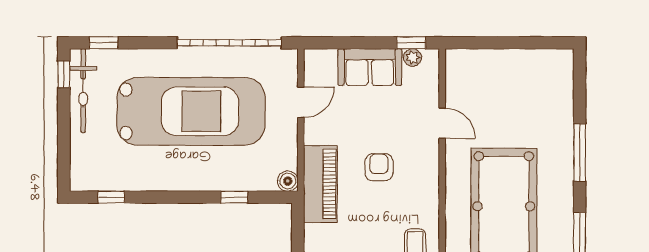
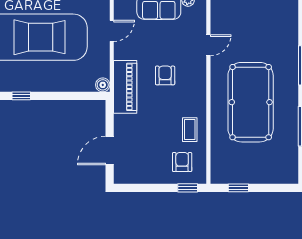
door: (442, 123) -> (208, 45), hinge flipped
window: (234, 197) -> (21, 96), moved

